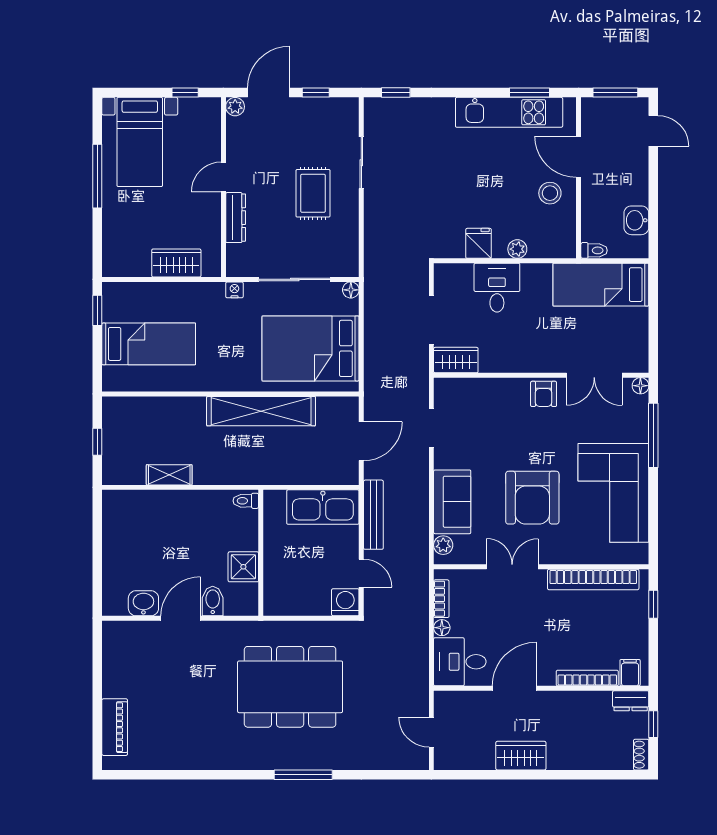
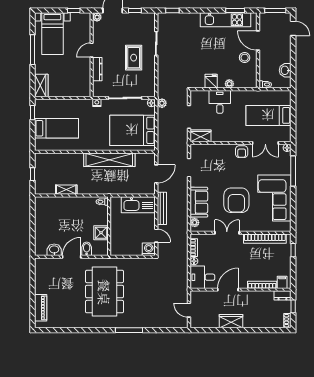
wardrobe: (176, 263) -> (41, 85), moved, turned 90
bed: (601, 285) -> (268, 115), moved
plant: (373, 291) -> (162, 103), added
dining table: (290, 687) -> (104, 292), moved, turned 90

